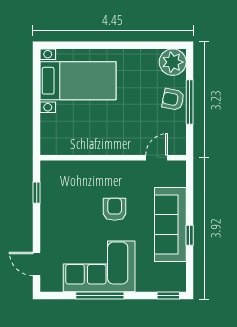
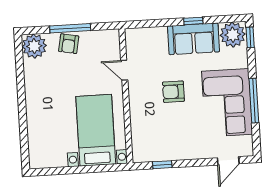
bed with nightstands: (78, 81) -> (96, 130), moved
door: (157, 158) -> (124, 70), moved
sofa: (170, 225) -> (194, 39), width x0.73
plant: (172, 277) -> (233, 35), added

